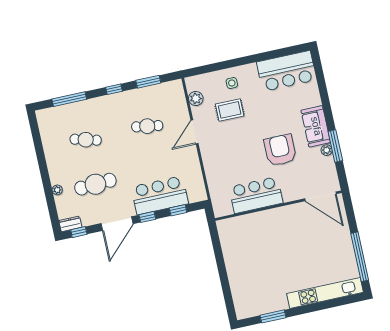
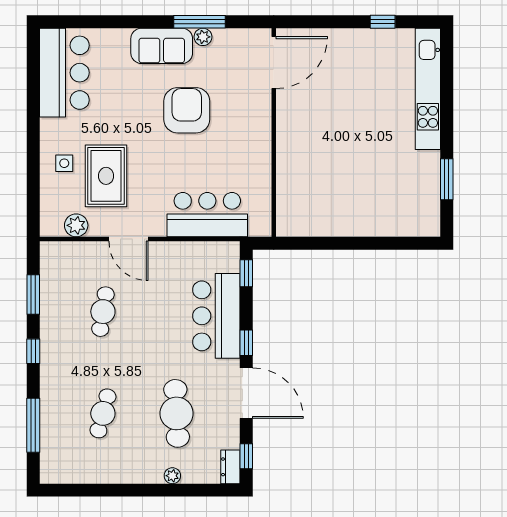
rug: (230, 110) -> (106, 176), width x1.36, depth x1.43
armchair: (280, 150) -> (187, 110), turned 90
bar counter: (256, 195) -> (207, 215), moved, turned 90
window: (178, 210) -> (246, 273), moved
window: (360, 257) -> (383, 22), width x0.32

